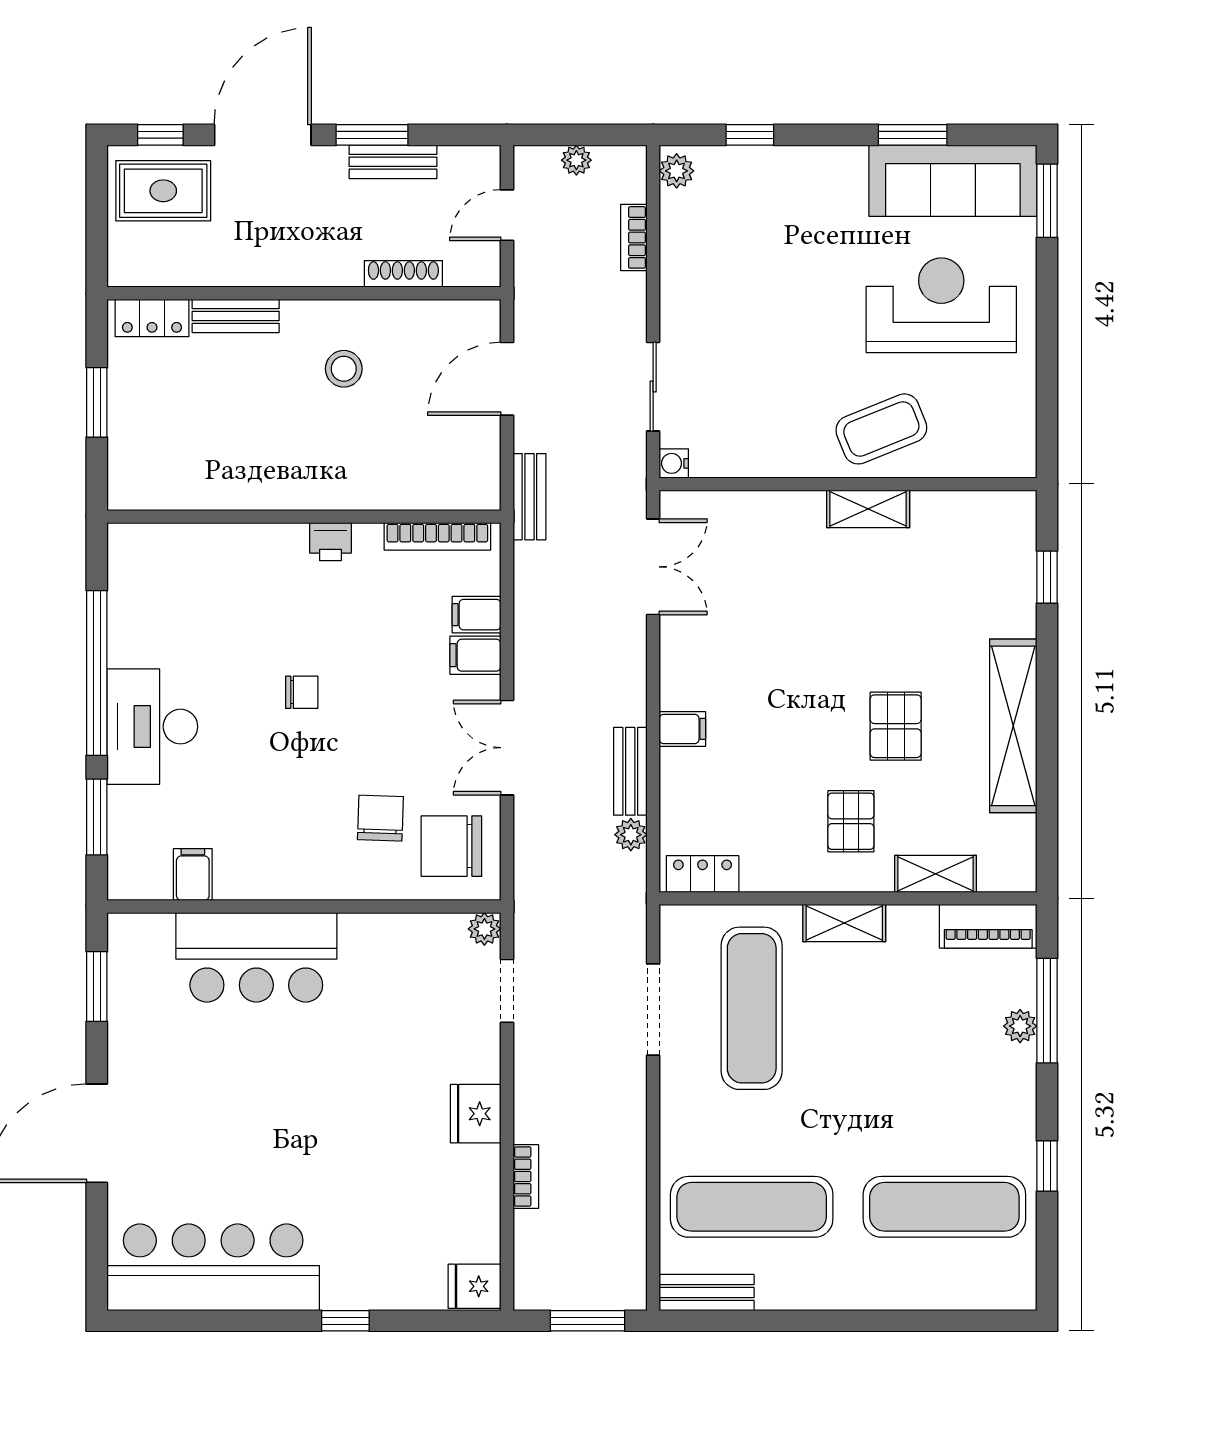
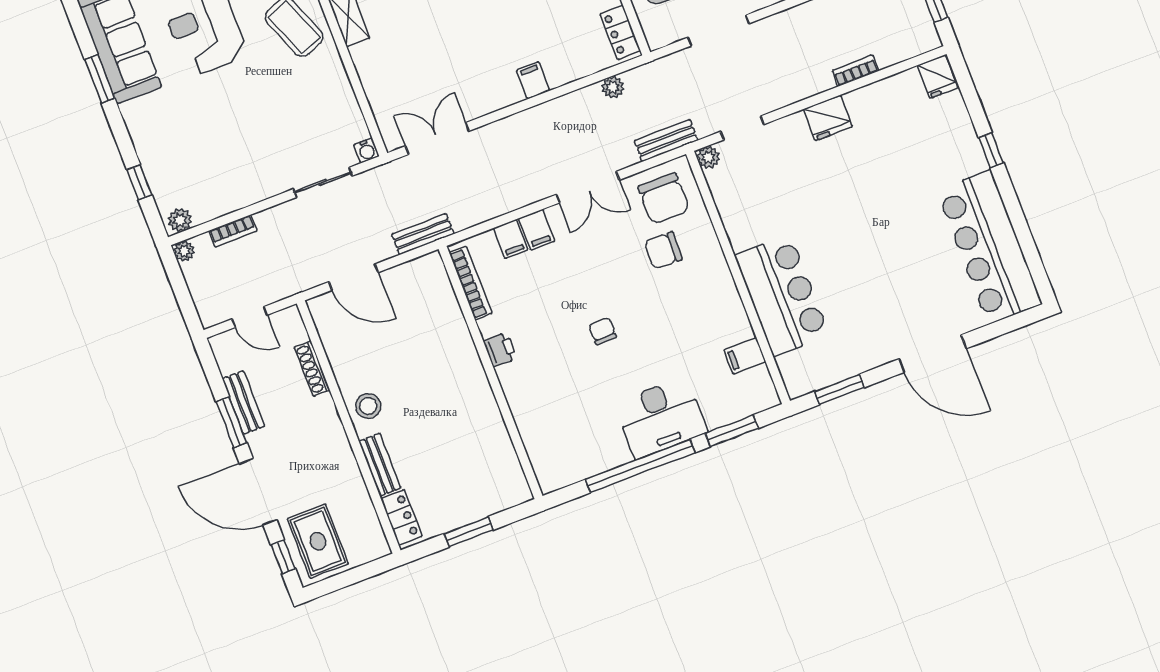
plant: (576, 160) -> (184, 251), moved
stool: (344, 369) -> (368, 406), moved
bench: (630, 771) -> (666, 141), moved

